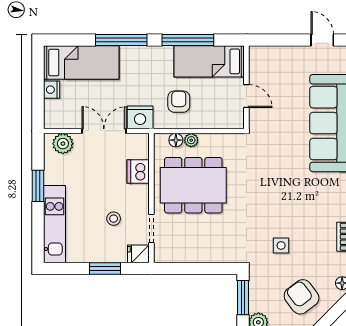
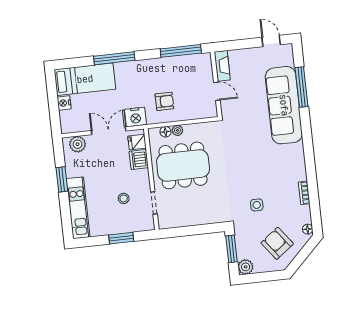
window: (188, 40) -> (181, 51), moved
bed: (209, 61) -> (185, 67), removed
fireplace: (257, 65) -> (222, 66), added
armchair: (179, 102) -> (164, 101), turned 90
fridge: (138, 254) -> (137, 142), moved

